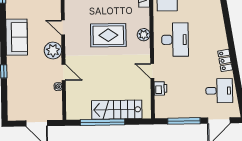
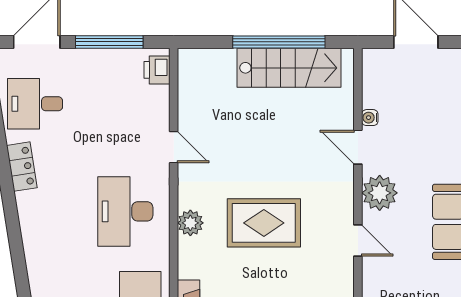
printer: (160, 88) -> (157, 70), moved
stairs: (117, 110) -> (289, 68), moved

